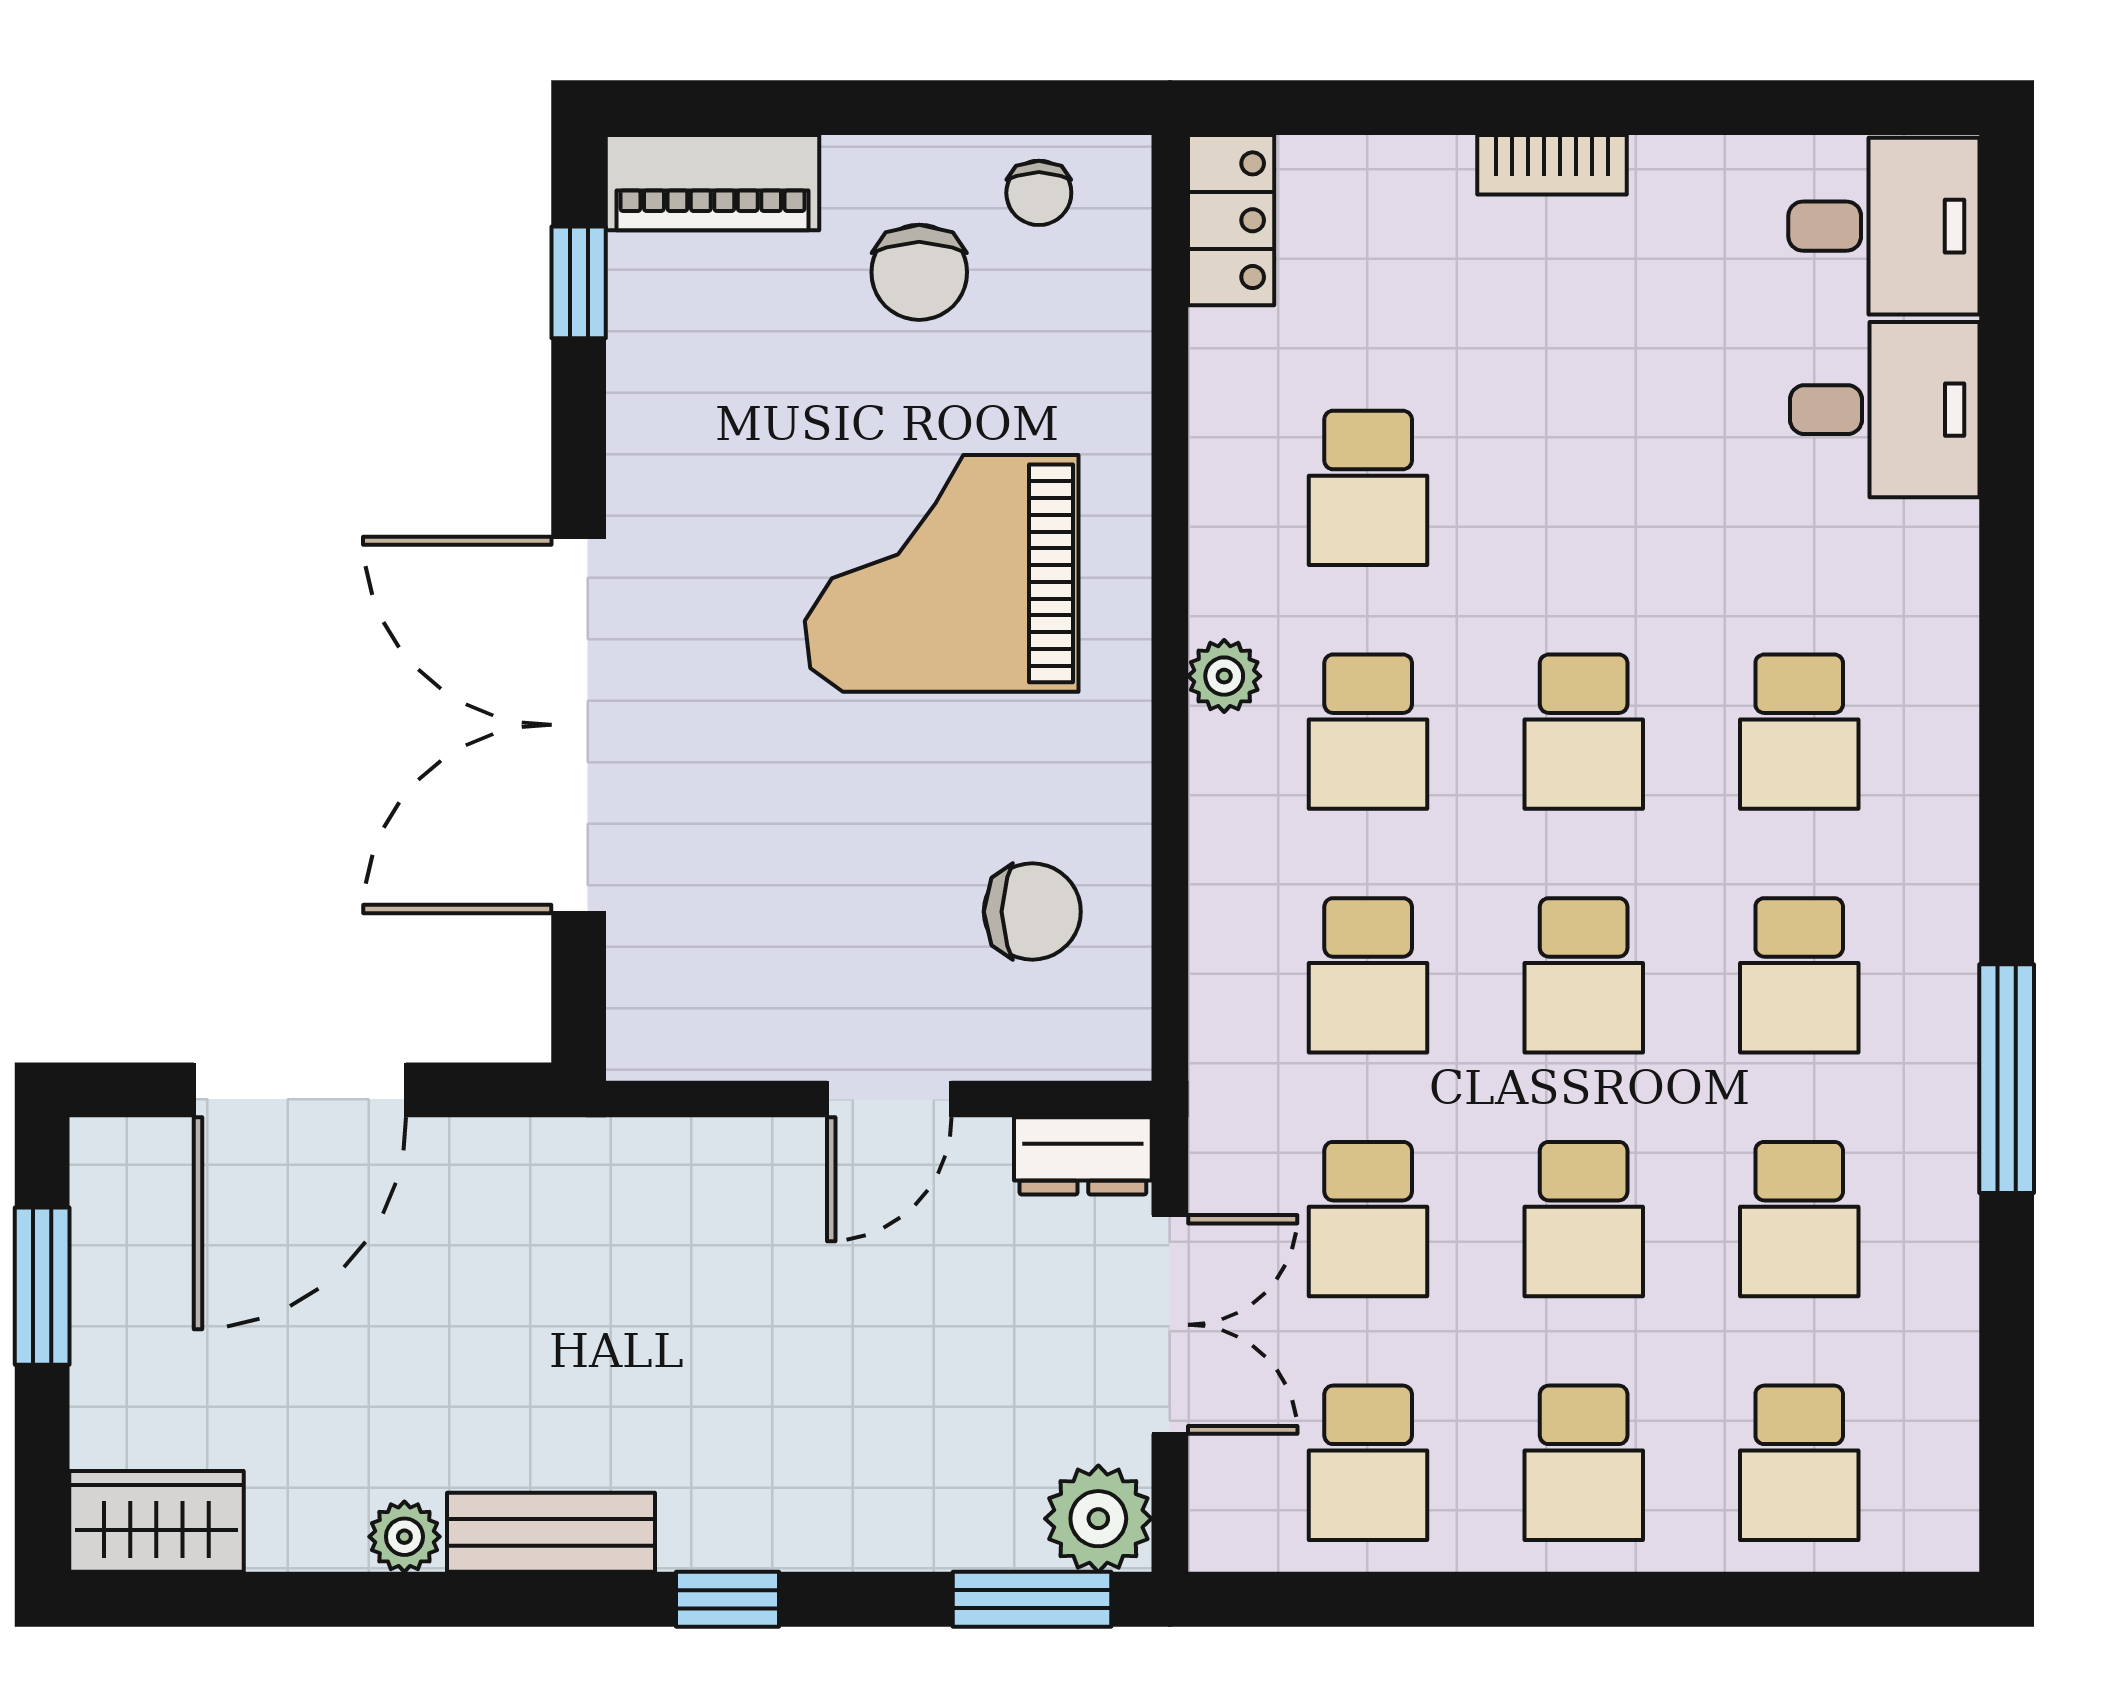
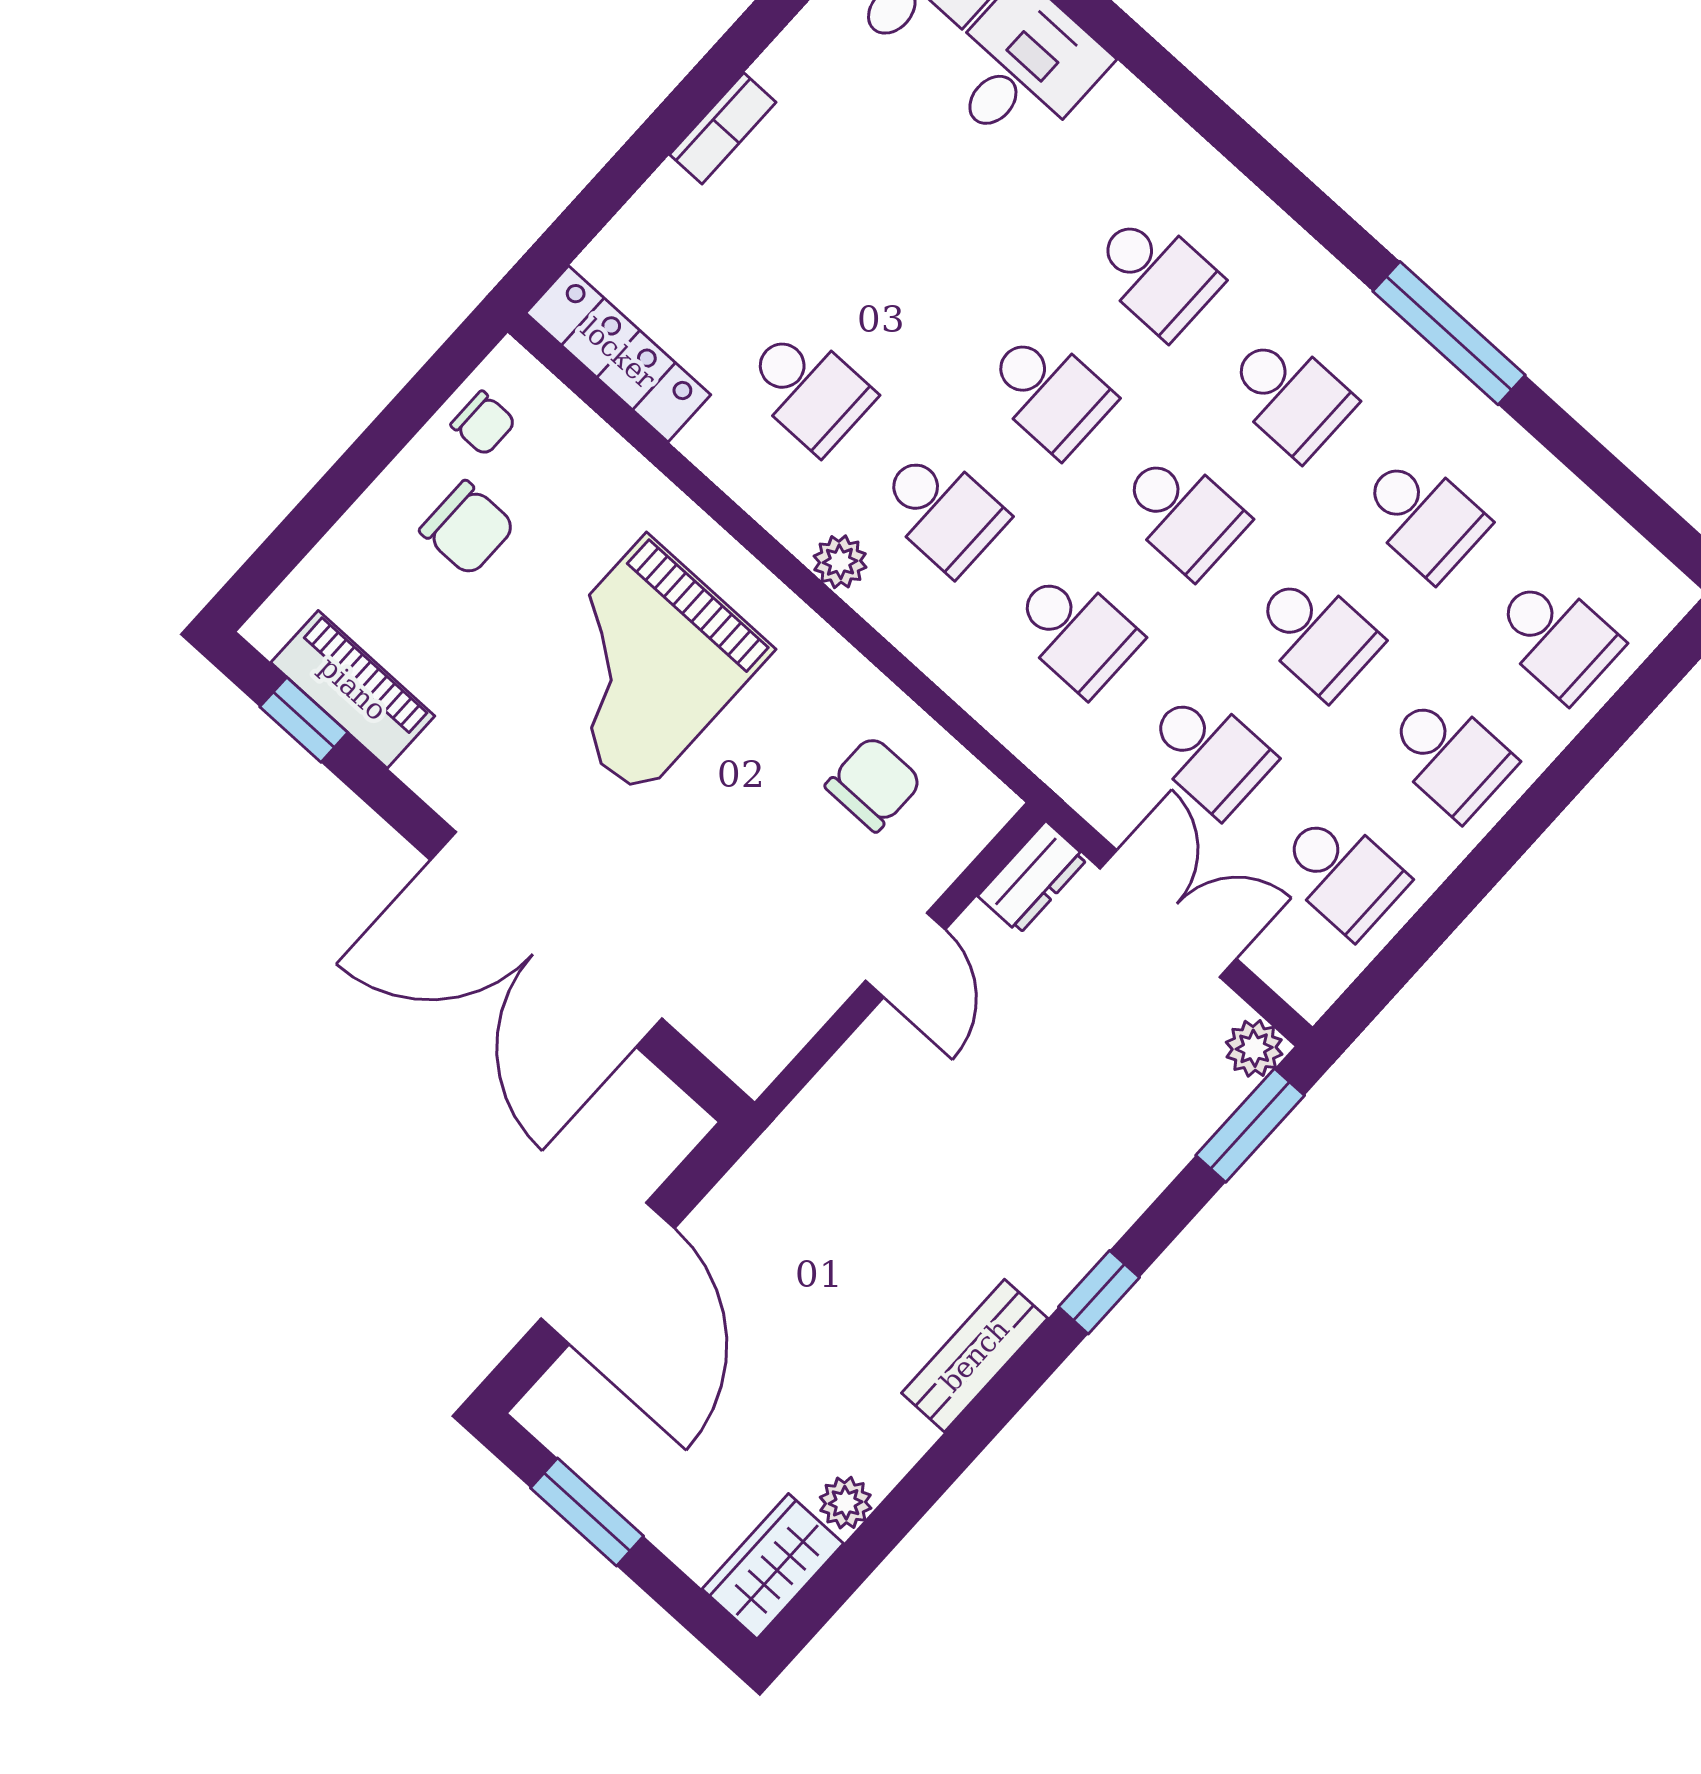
piano: (713, 183) -> (353, 689), moved, turned -90
locker: (1231, 220) -> (618, 354), width x1.53
plant: (1098, 1519) -> (1254, 1048), width x0.73, depth x0.73
plant: (404, 1537) -> (846, 1503), moved

